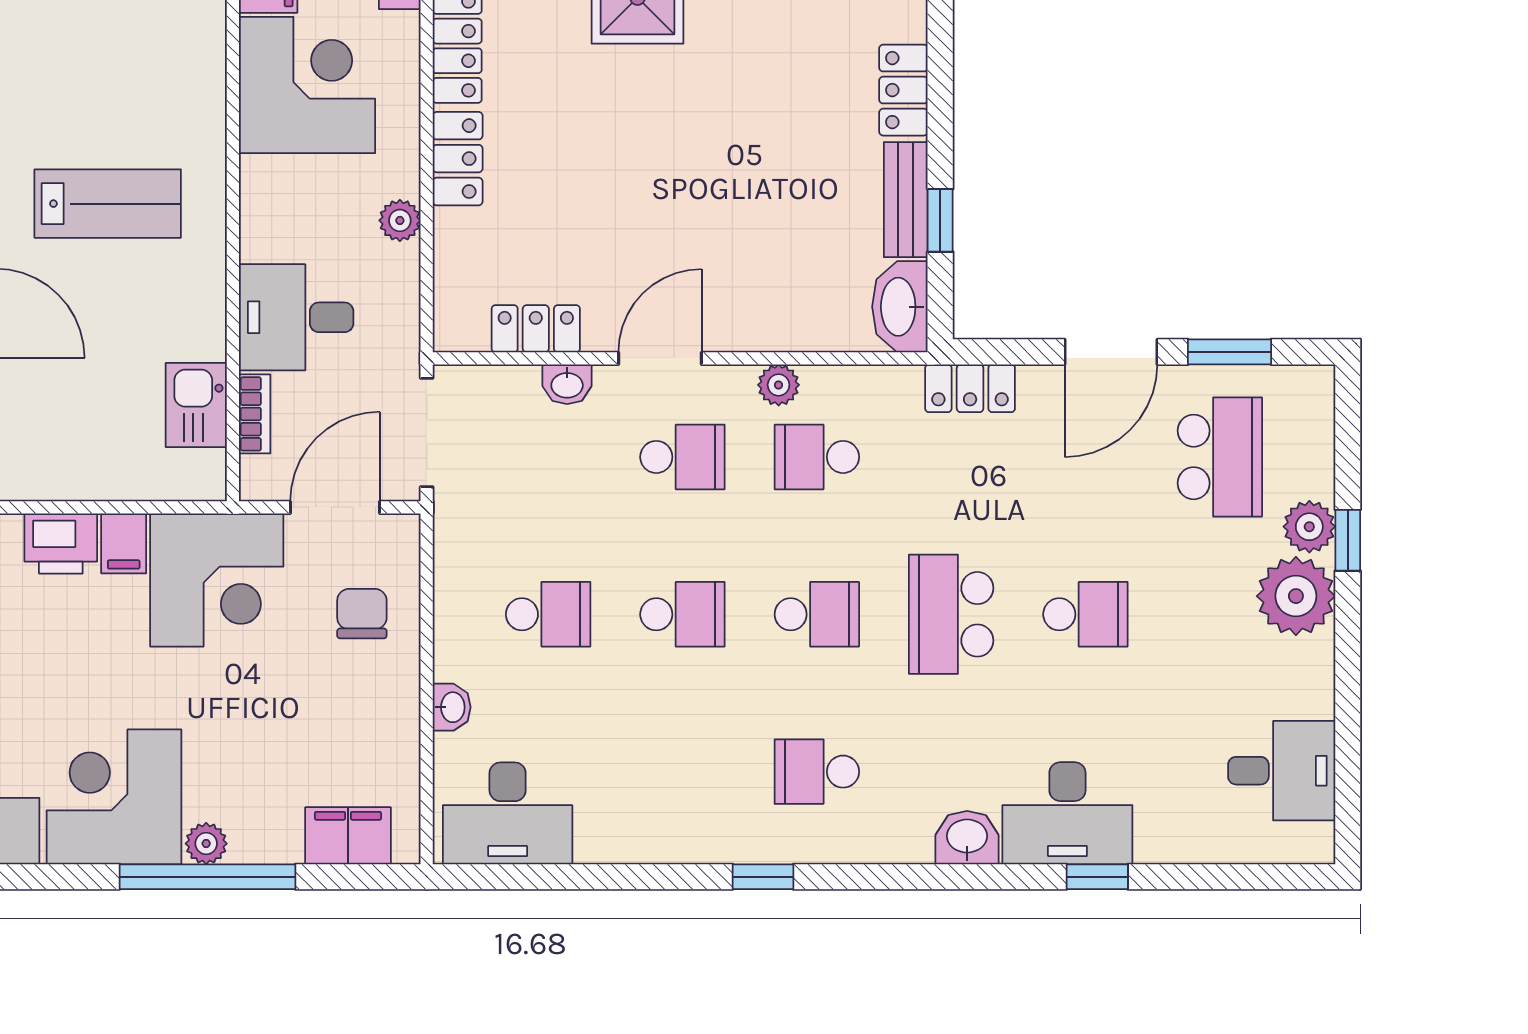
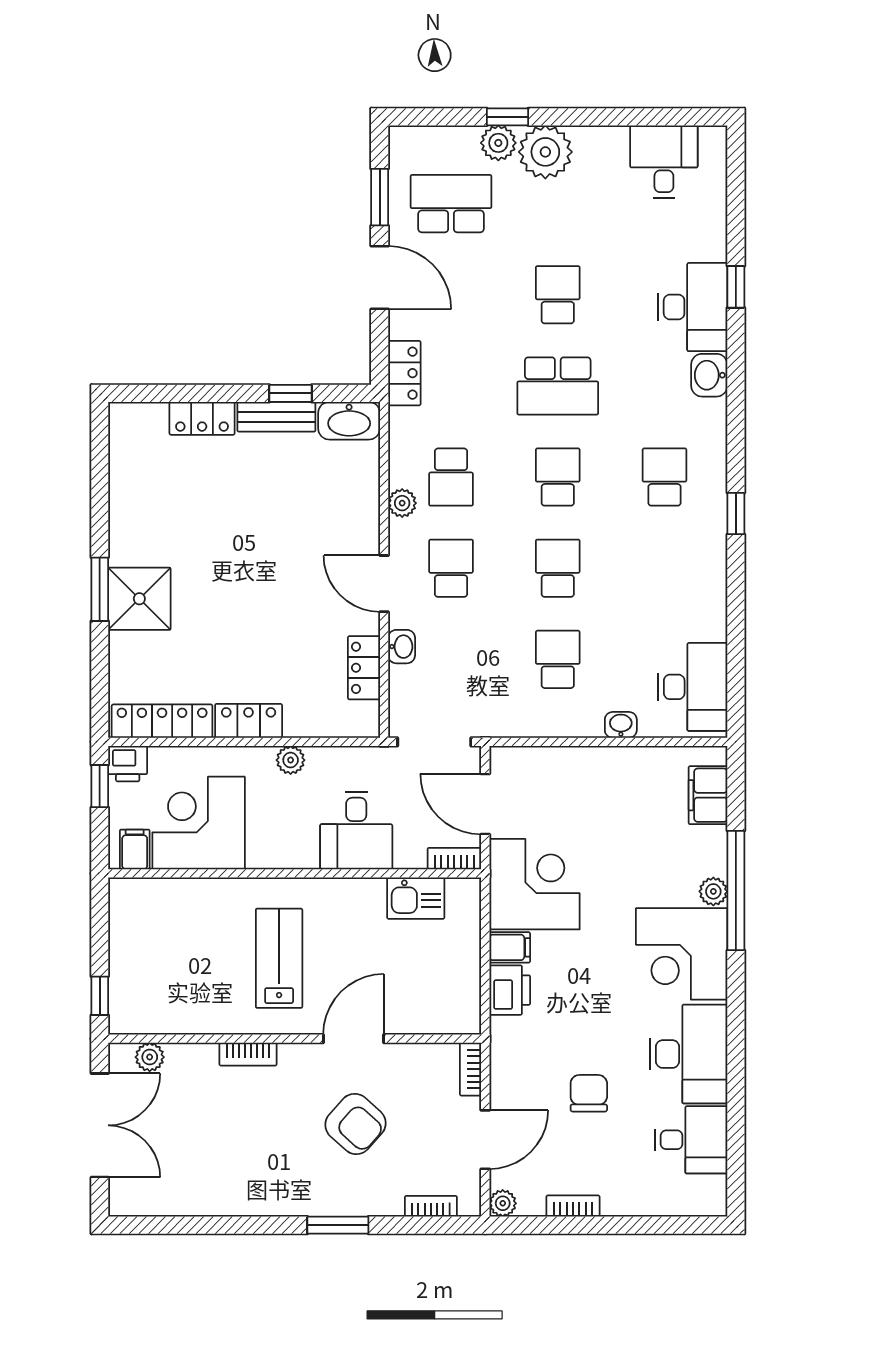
bookcase: (255, 414) -> (454, 859), moved
chair: (362, 614) -> (557, 786), removed
school desk: (817, 772) -> (664, 477), turned 180

